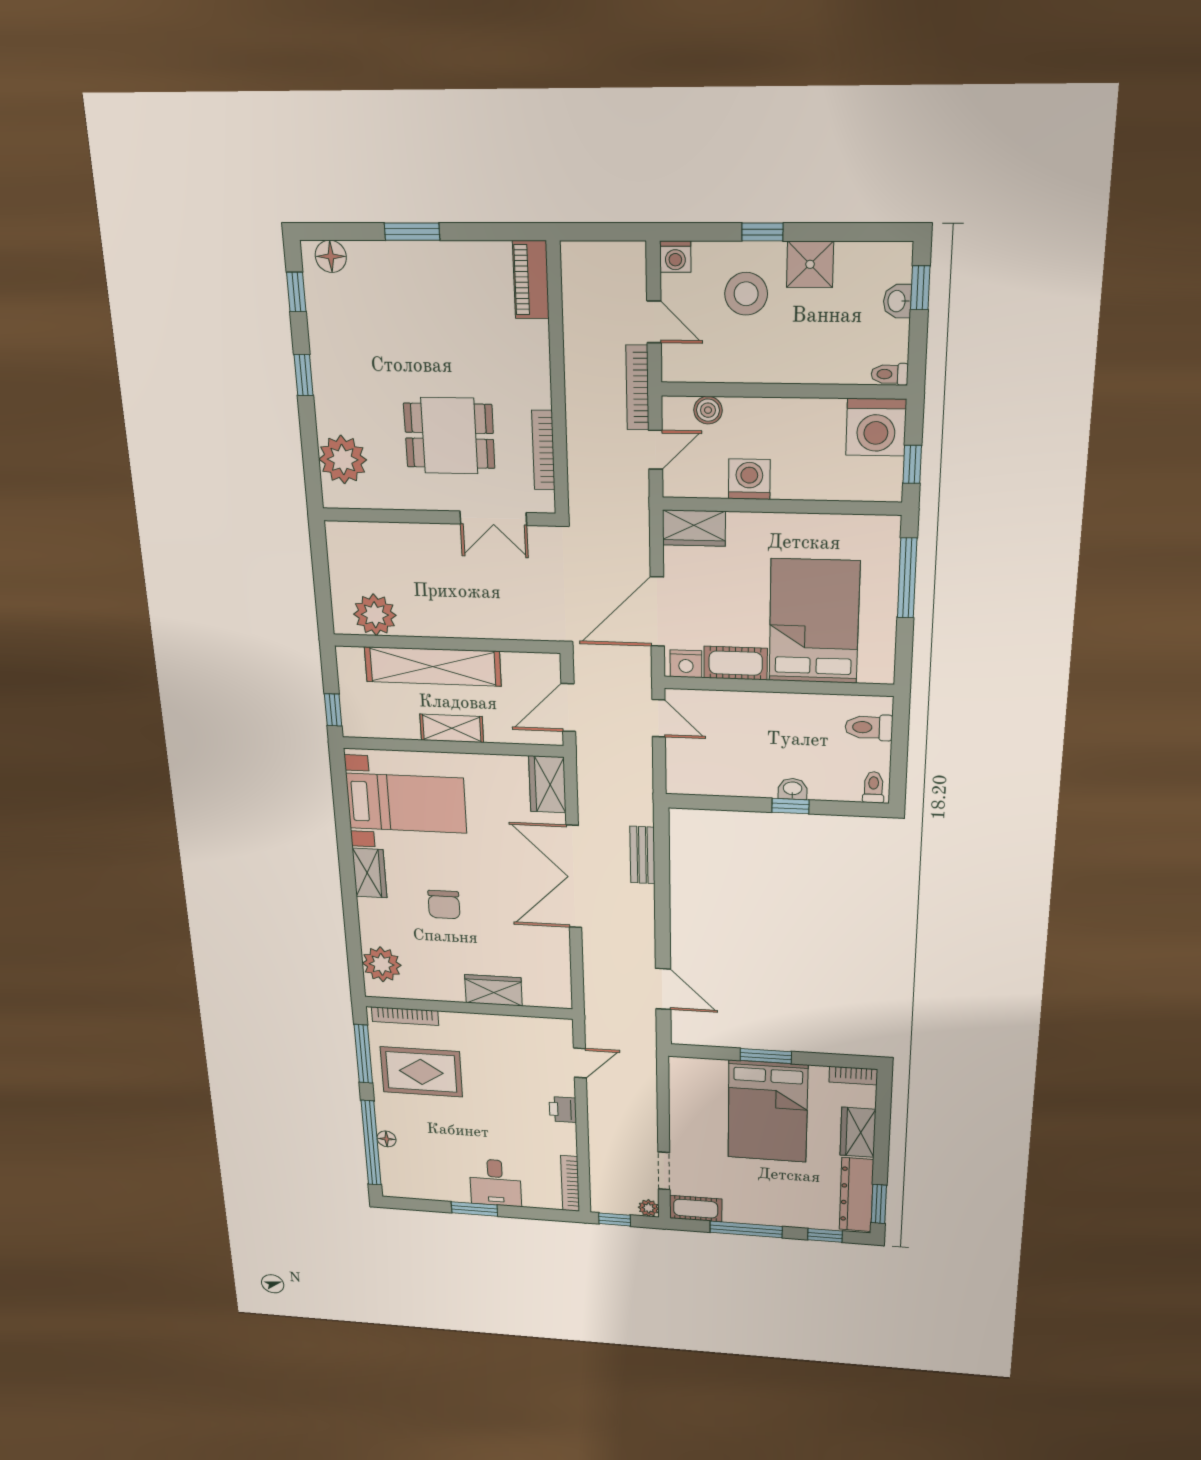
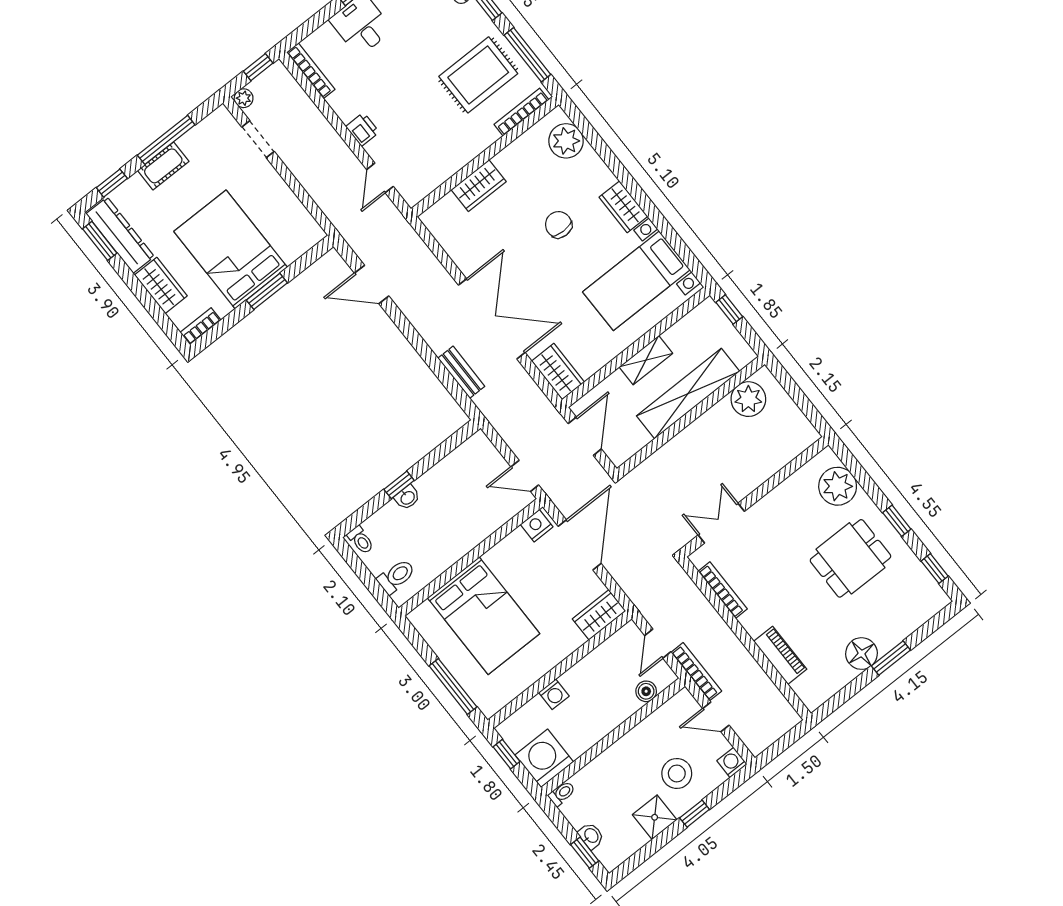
floor lamp: (331, 256) -> (862, 654), moved, width x1.38, depth x1.38
piano: (531, 280) -> (780, 655), moved
dining table: (449, 436) -> (850, 558), moved
washing machine: (749, 479) -> (554, 694), moved, width x0.73, depth x0.73
cot: (736, 663) -> (508, 551), removed
cot: (696, 1209) -> (163, 166), moved

